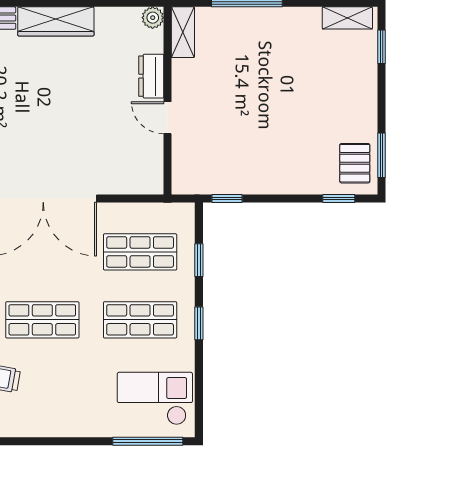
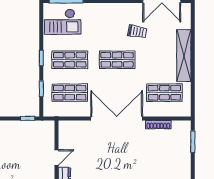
door: (168, 118) -> (56, 158), hinge flipped

